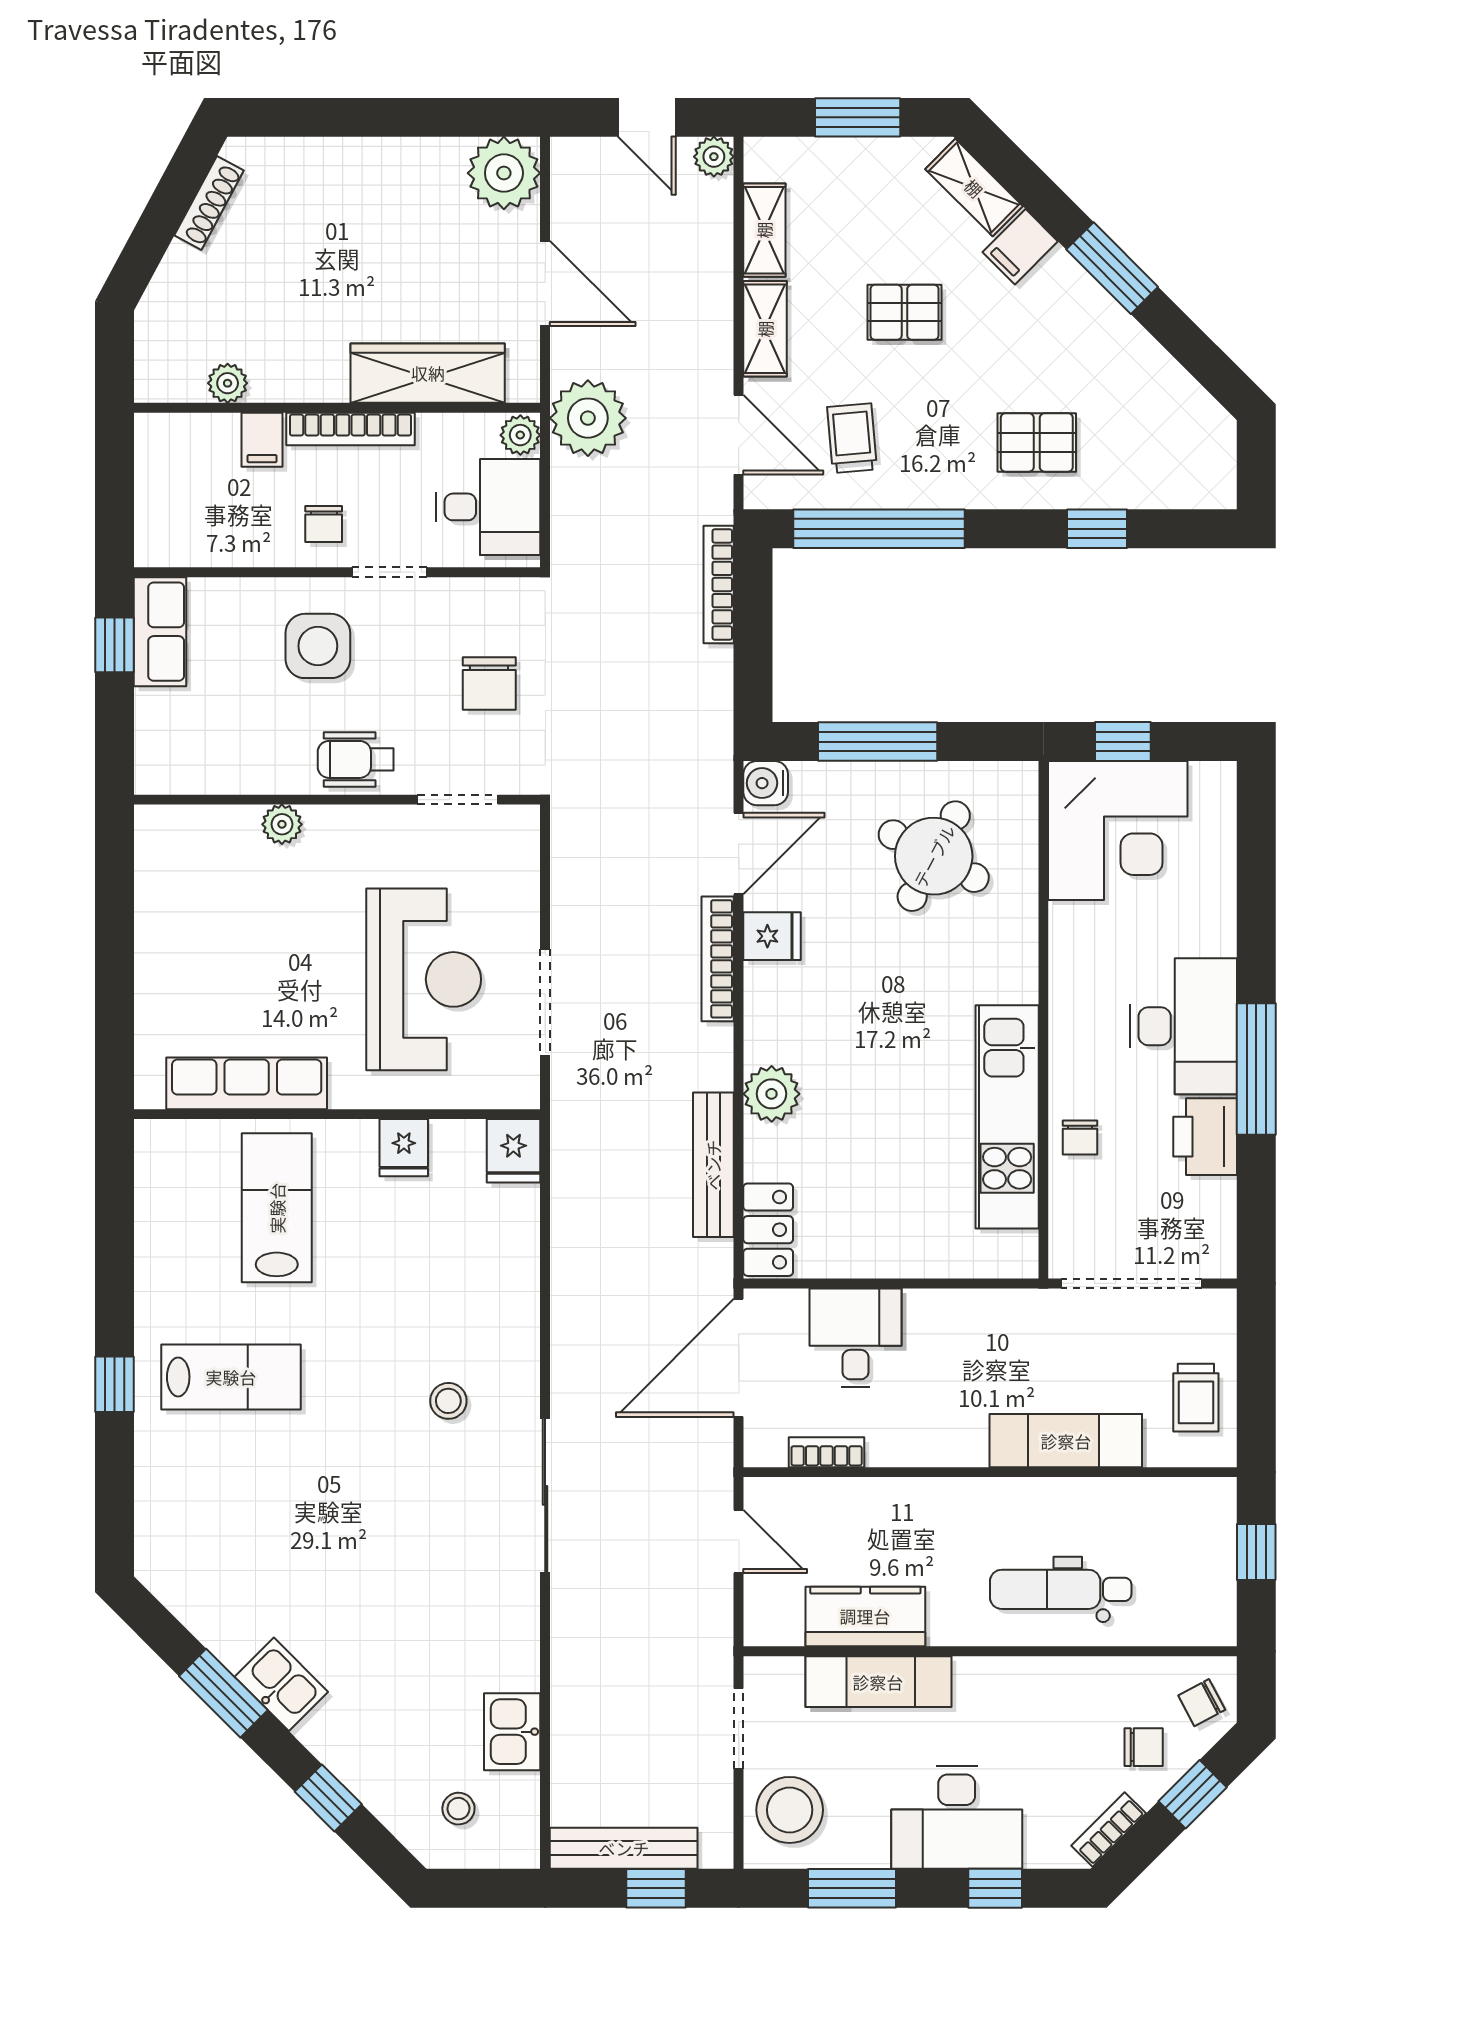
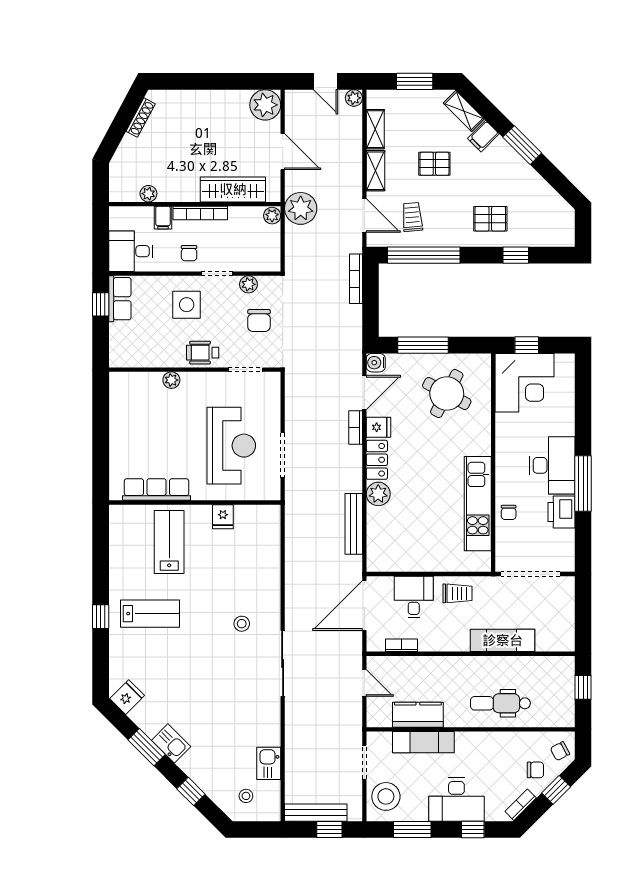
desk: (488, 507) -> (131, 251), moved, turned 180
plant: (464, 598) -> (248, 284), added
bookcase: (718, 959) -> (356, 427), width x0.64
fridge: (513, 1151) -> (127, 697), moved, turned -135
locker: (768, 1230) -> (377, 460), moved
trolley: (1196, 1398) -> (458, 593), moved, turned -90

